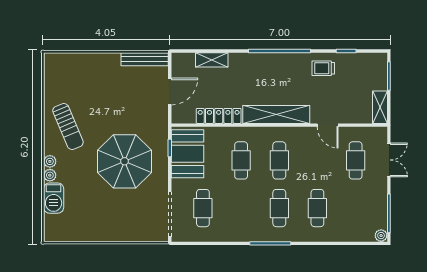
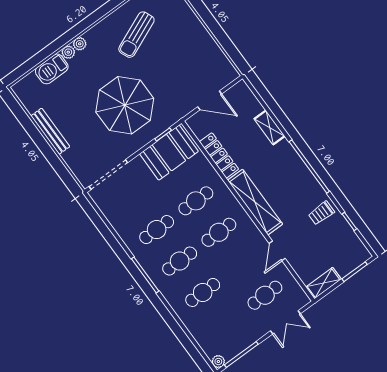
bench: (145, 59) -> (50, 131), moved
shelving: (212, 60) -> (270, 128), moved
trolley: (323, 68) -> (321, 213), turned -90
sun lounger: (68, 127) -> (136, 35), moved
cafe table: (203, 208) -> (157, 230), moved

